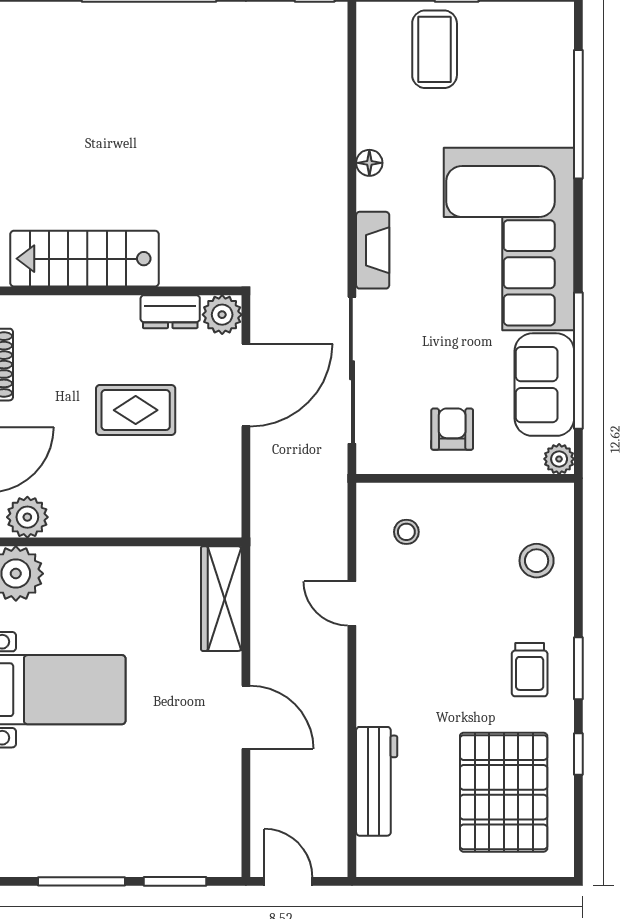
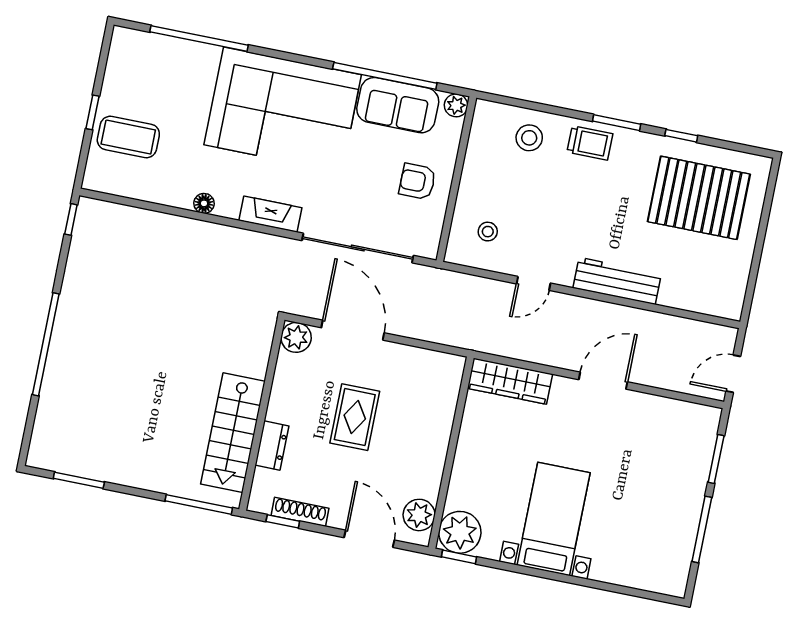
dresser: (170, 312) -> (272, 445), moved
trolley: (530, 670) -> (590, 143), moved
workbench: (377, 781) -> (617, 281), moved

